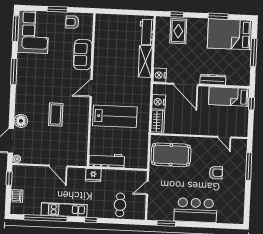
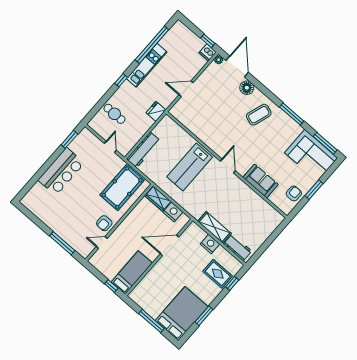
nightstand: (160, 75) -> (210, 244), moved
dresser: (213, 80) -> (156, 270), removed
coffee table: (56, 115) -> (259, 115), moved, turned -72
workbench: (107, 160) -> (143, 150), moved
armchair: (216, 173) -> (104, 223), moved
dishwasher: (17, 196) -> (208, 52), moved

